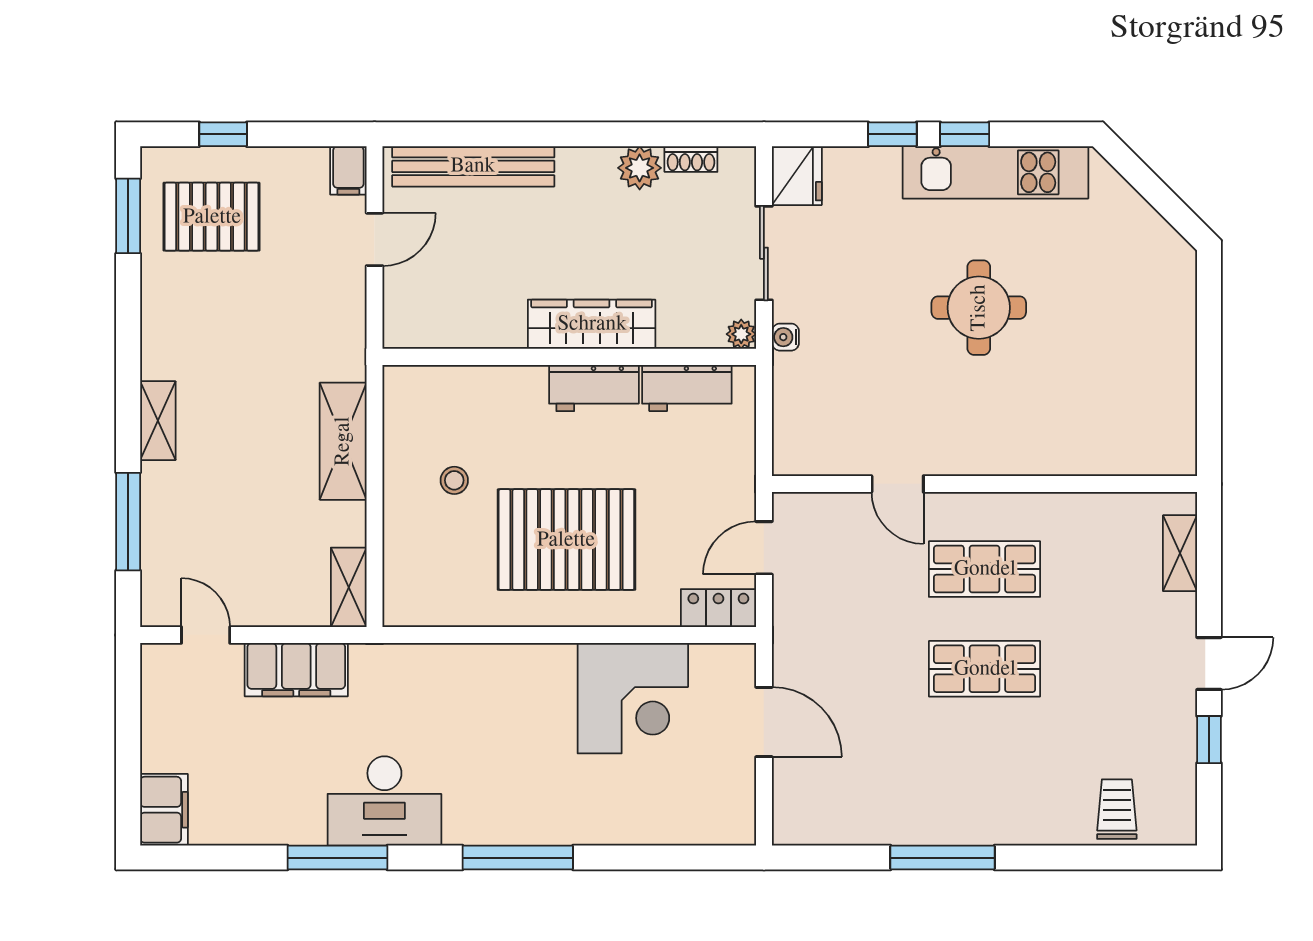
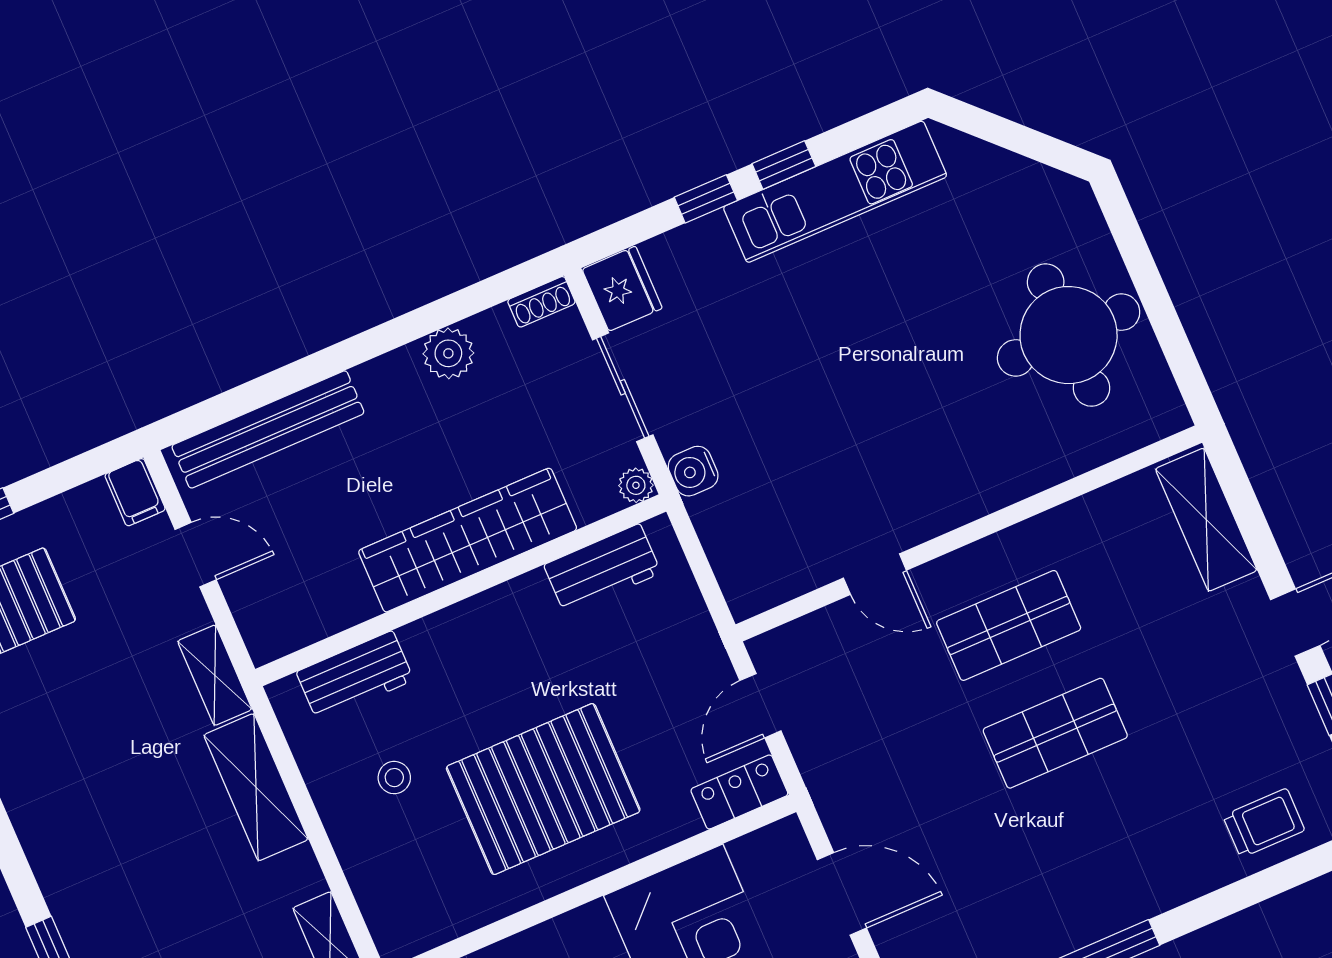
shoe rack: (691, 159) -> (541, 302), moved
door: (375, 239) -> (196, 555), hinge flipped
round table: (979, 308) -> (1069, 335), moved, width x1.36, depth x1.36
wardrobe: (592, 324) -> (468, 540), width x1.40, depth x1.17
water cooler: (785, 337) -> (693, 471), width x1.38, depth x1.38
workbench: (594, 388) -> (355, 676), moved
shelving: (158, 421) -> (215, 675), moved
shelving: (1180, 553) -> (1206, 520), width x1.50, depth x1.33
trolley: (1117, 809) -> (1264, 823), turned 90

